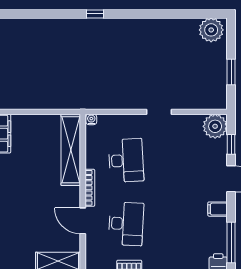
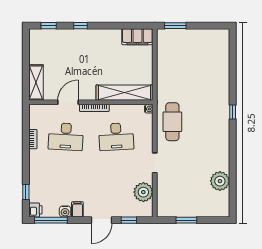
plant: (211, 30) -> (220, 181), moved
cafe table: (107, 90) -> (172, 122), added
plant: (215, 126) -> (143, 192), moved
water cooler: (220, 225) -> (65, 211), added

